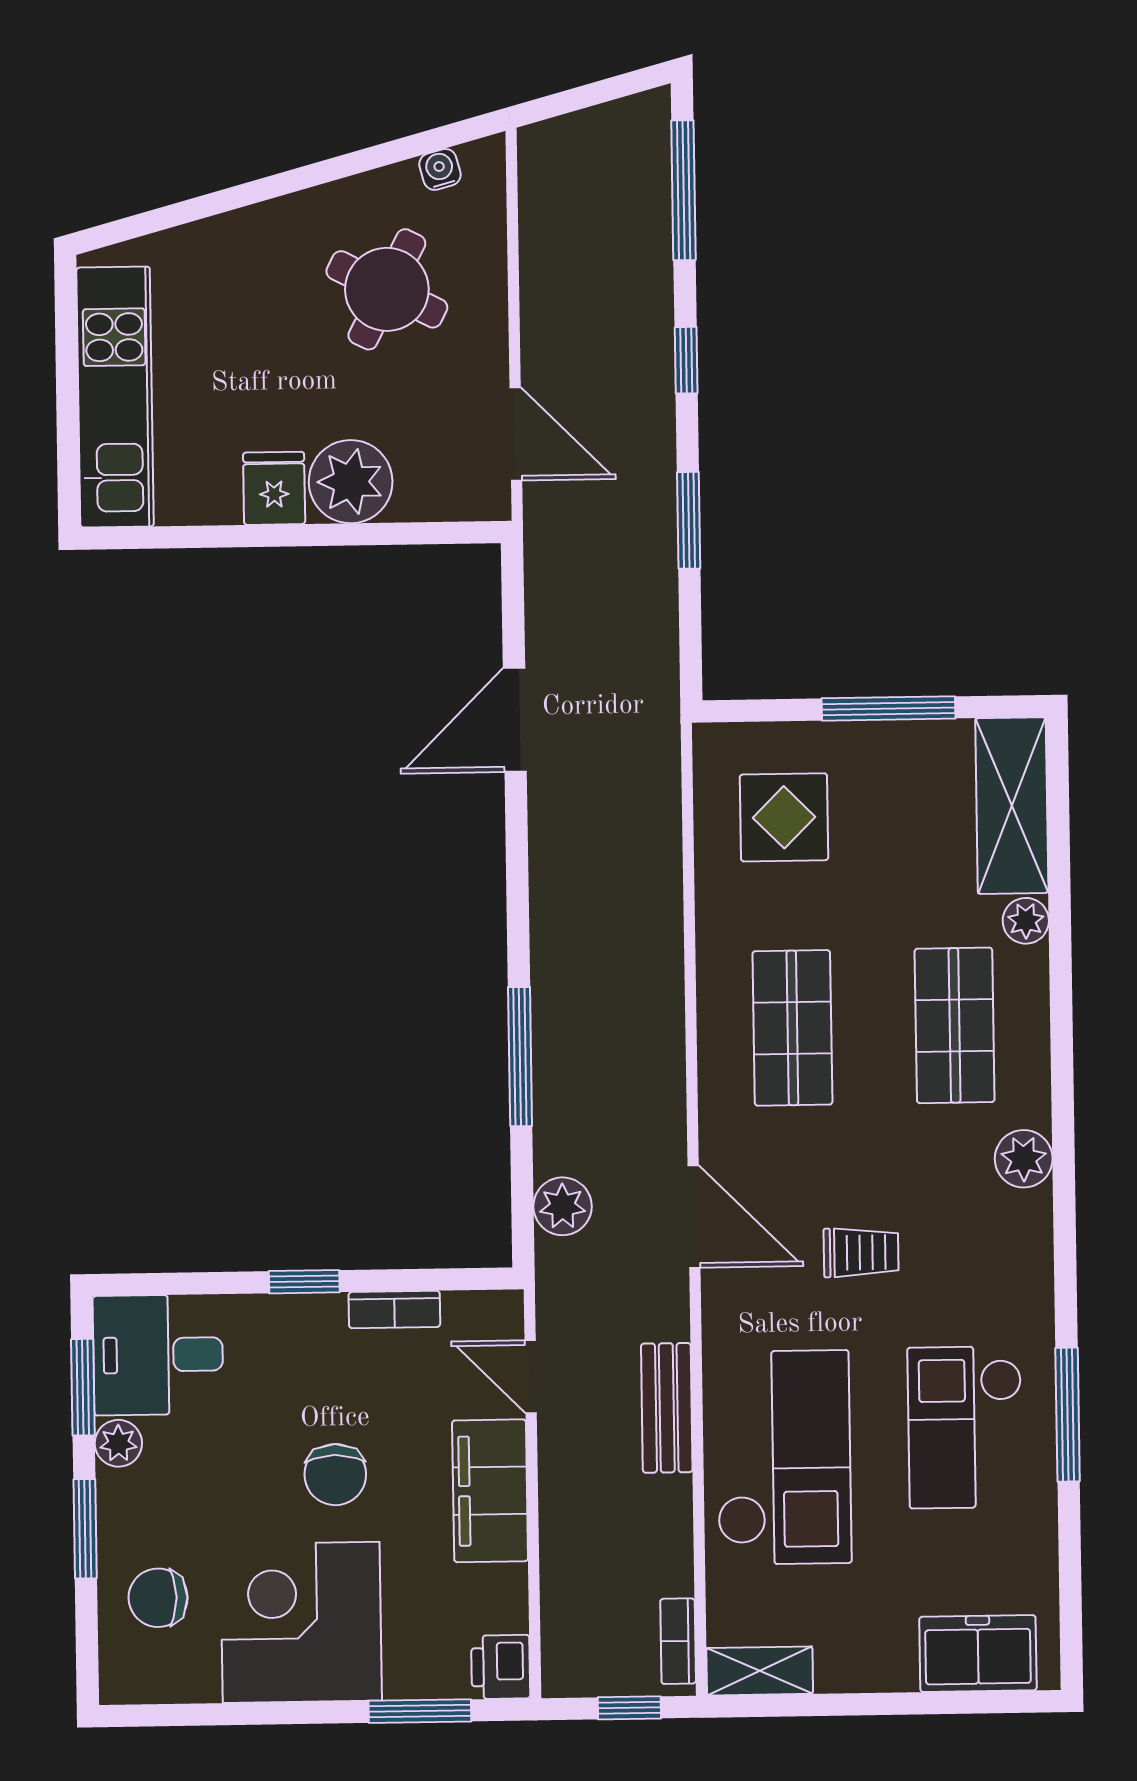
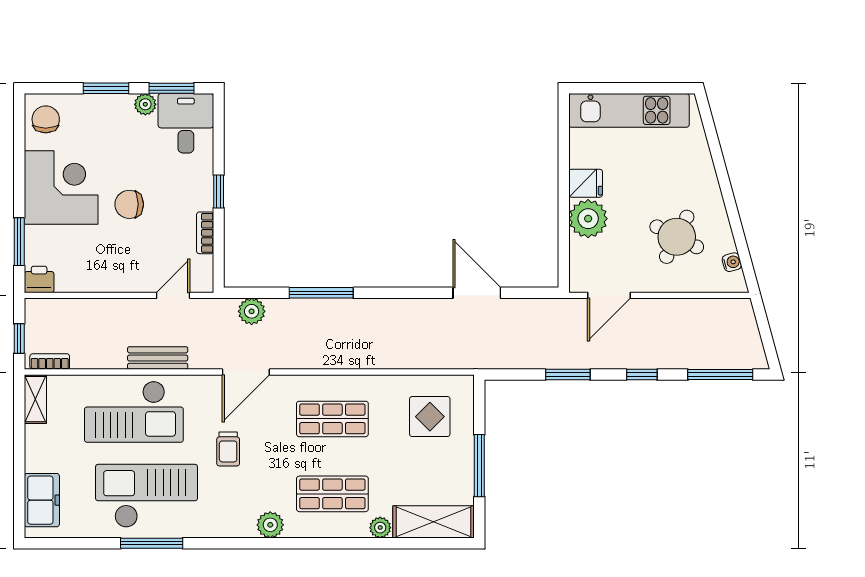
checkout: (965, 1427) -> (147, 496), width x1.36, depth x1.21
filing cabinet: (490, 1491) -> (121, 276), removed
chair: (158, 1598) -> (46, 119), moved

